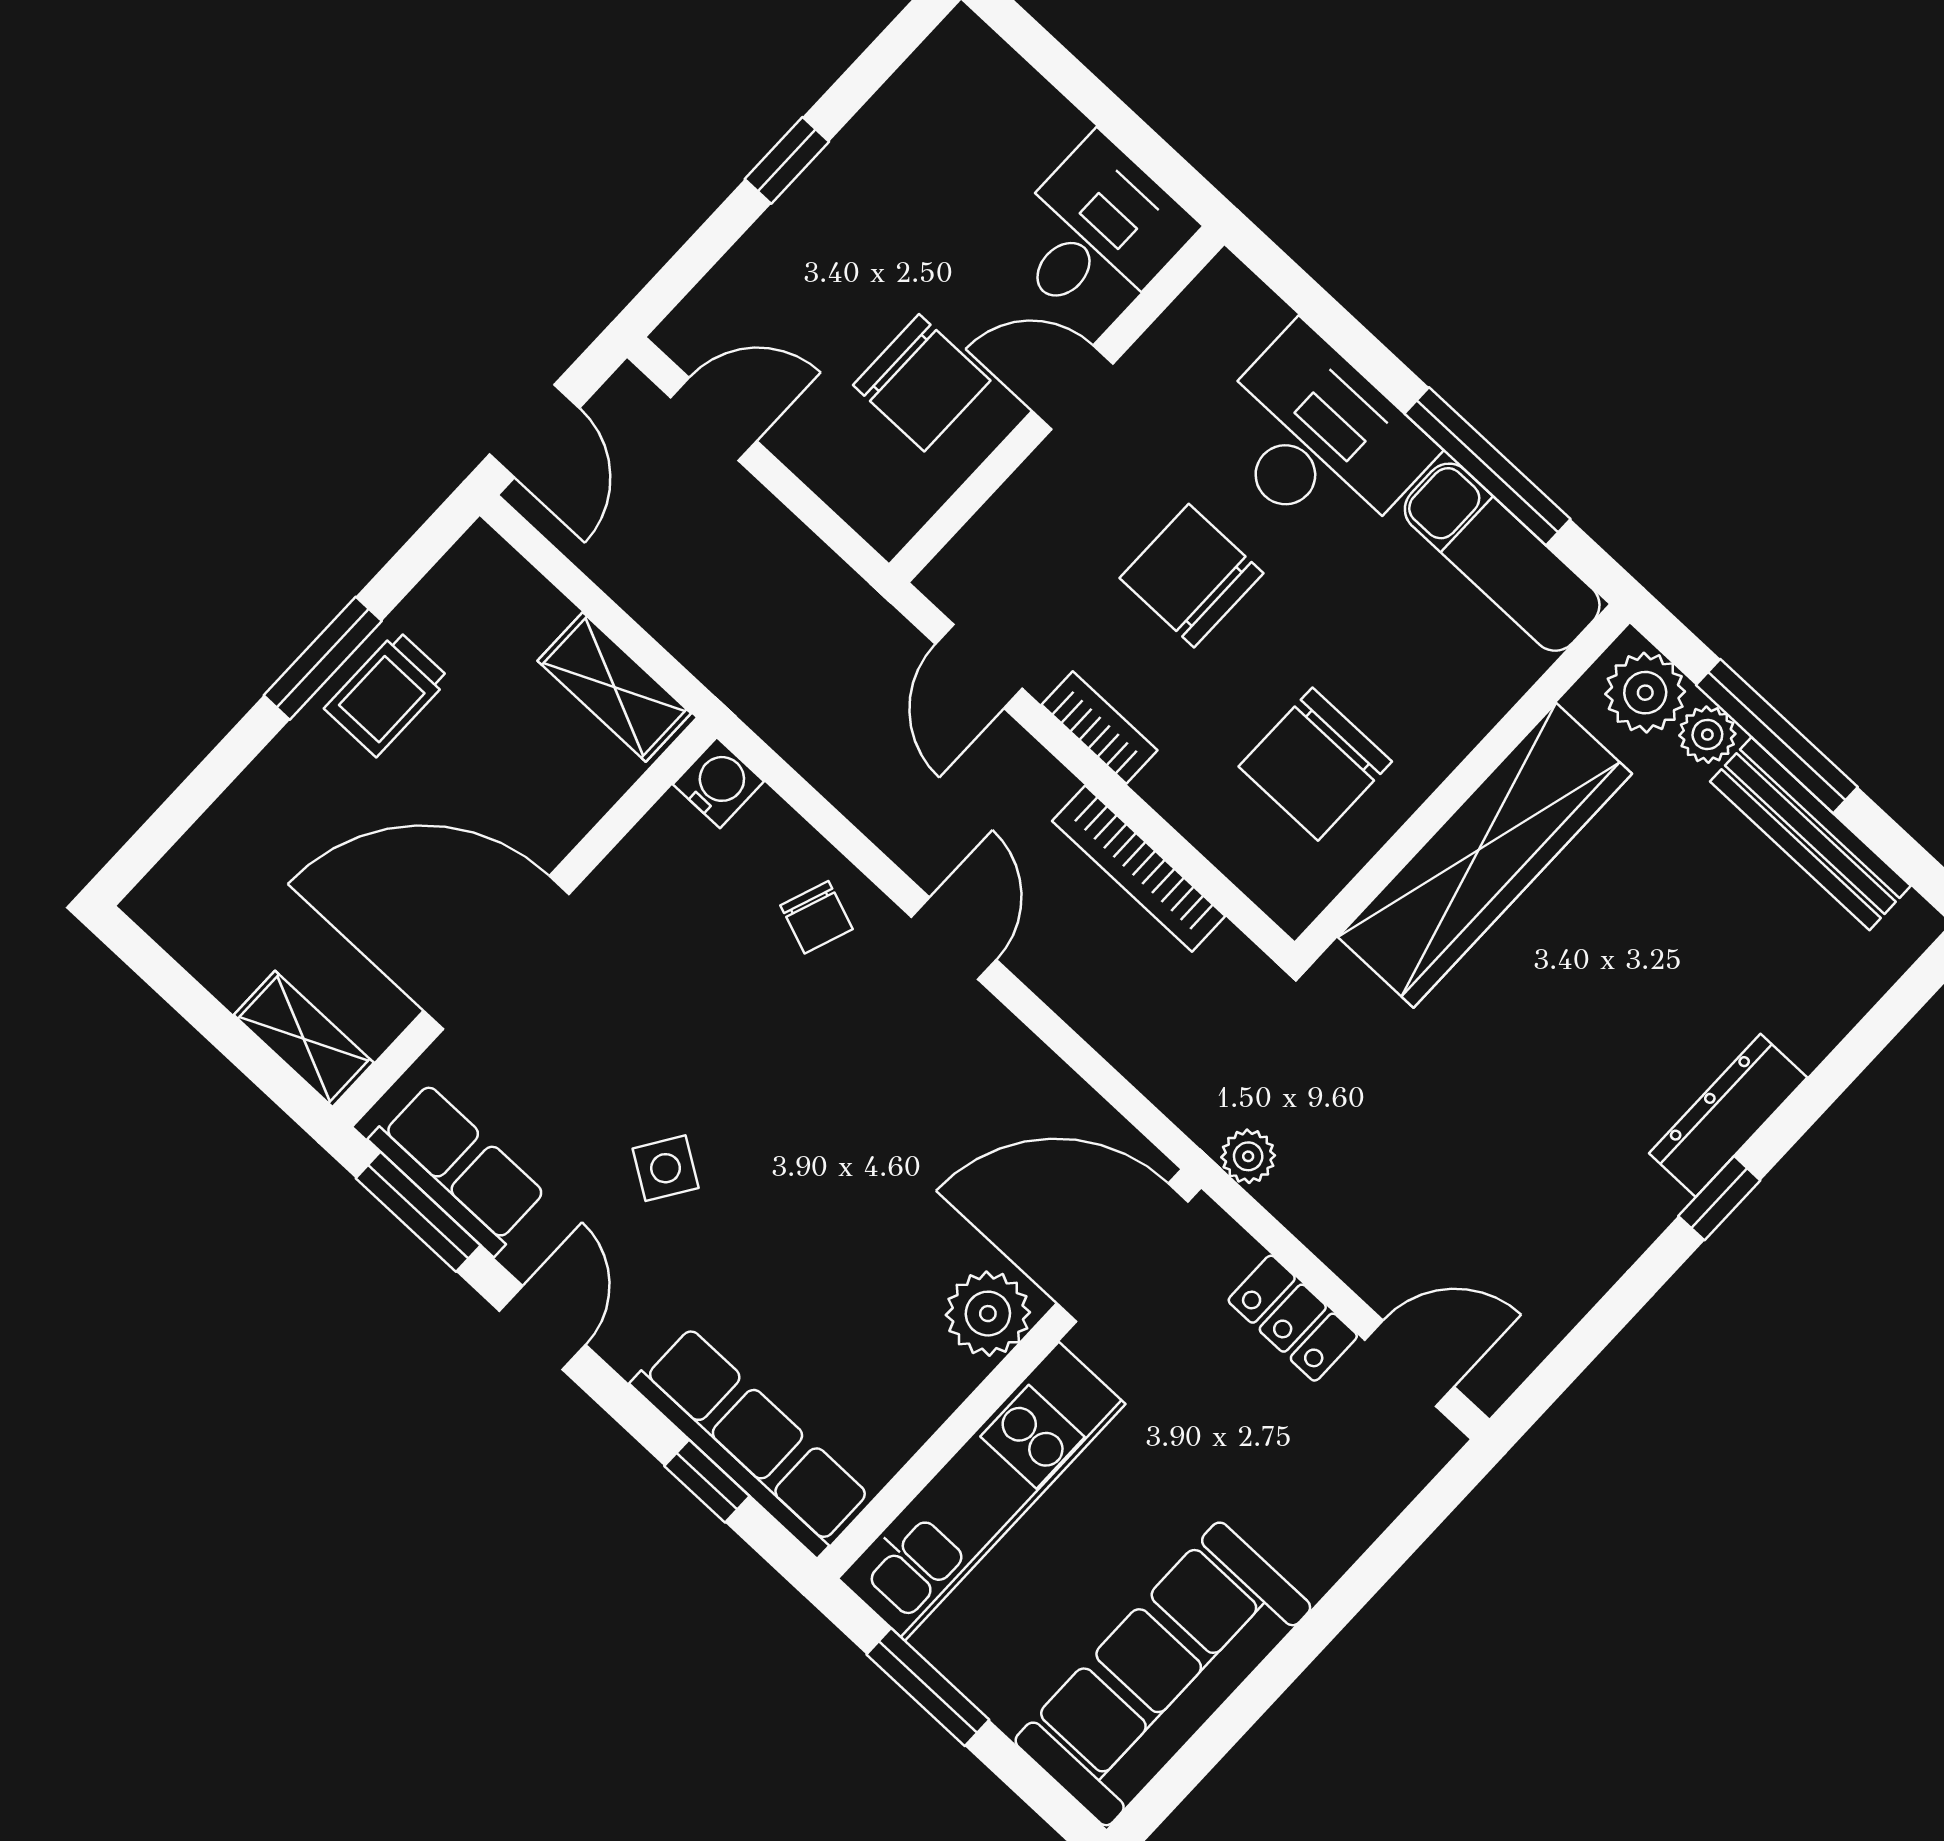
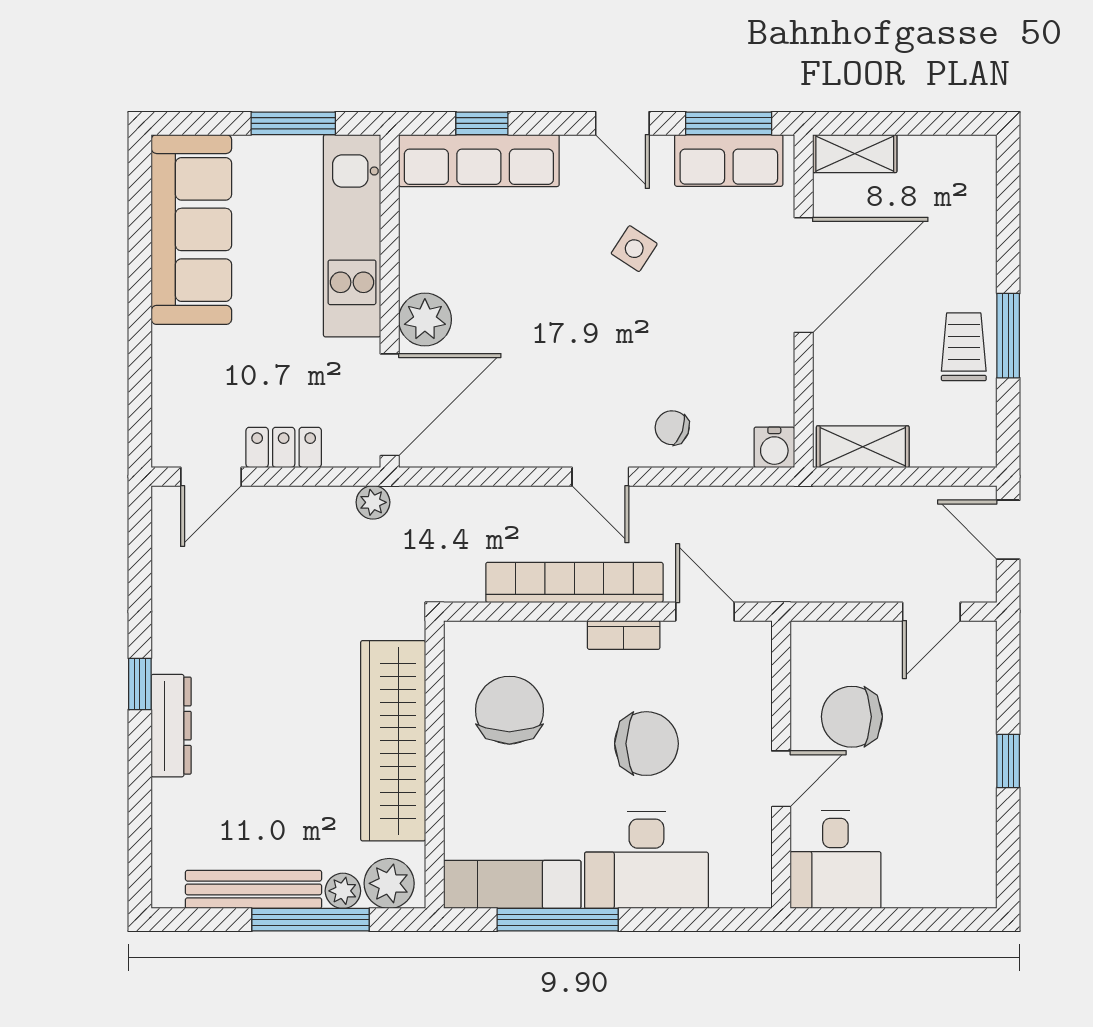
bookcase: (1139, 869) -> (574, 582), width x1.48, depth x1.31

